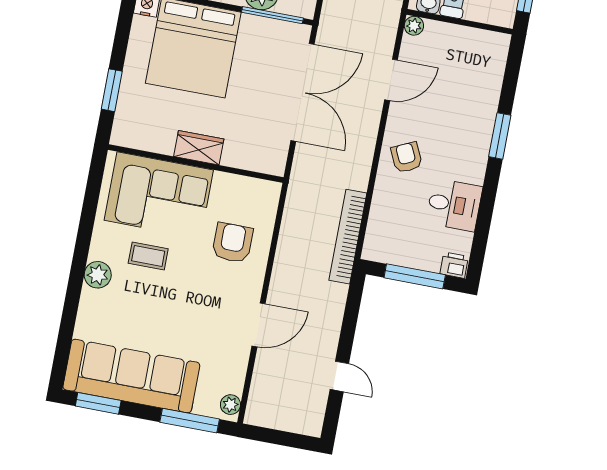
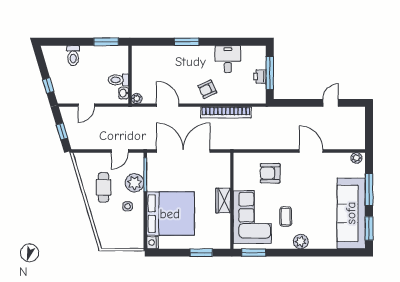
window: (94, 186) -> (254, 253), added
bookcase: (348, 237) -> (226, 112), moved
printer: (454, 265) -> (260, 77), moved
window: (190, 421) -> (369, 189), moved

